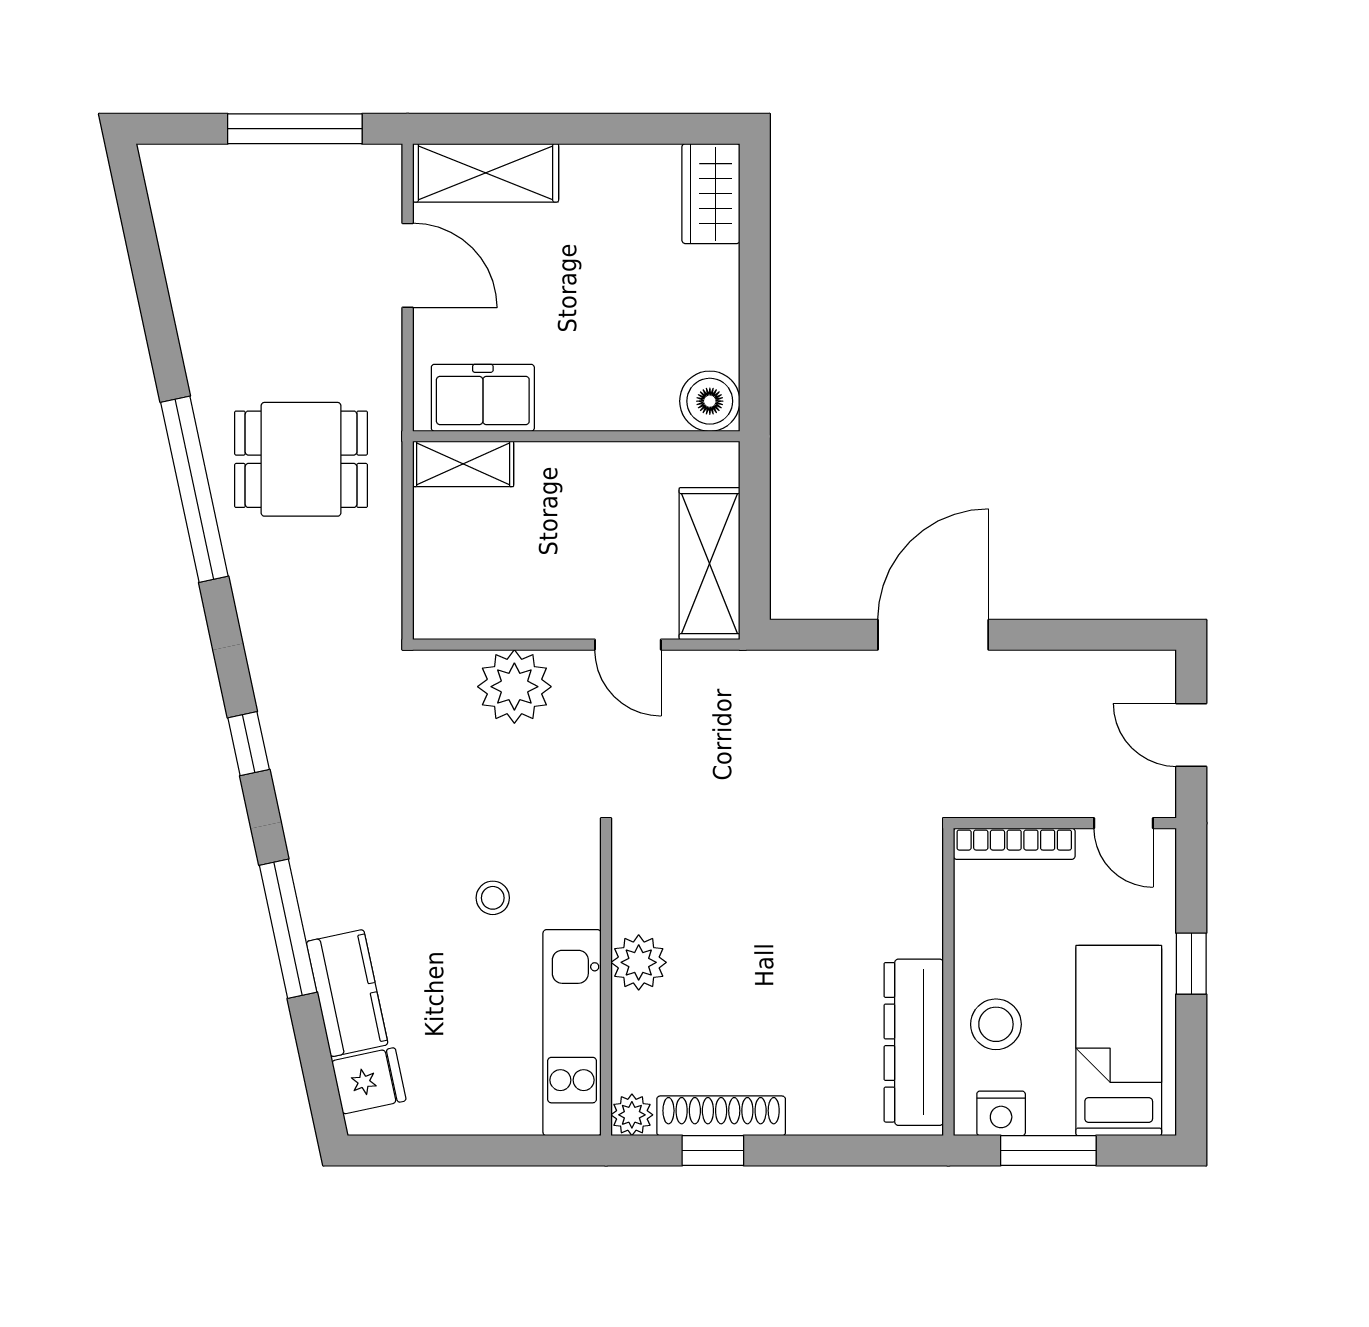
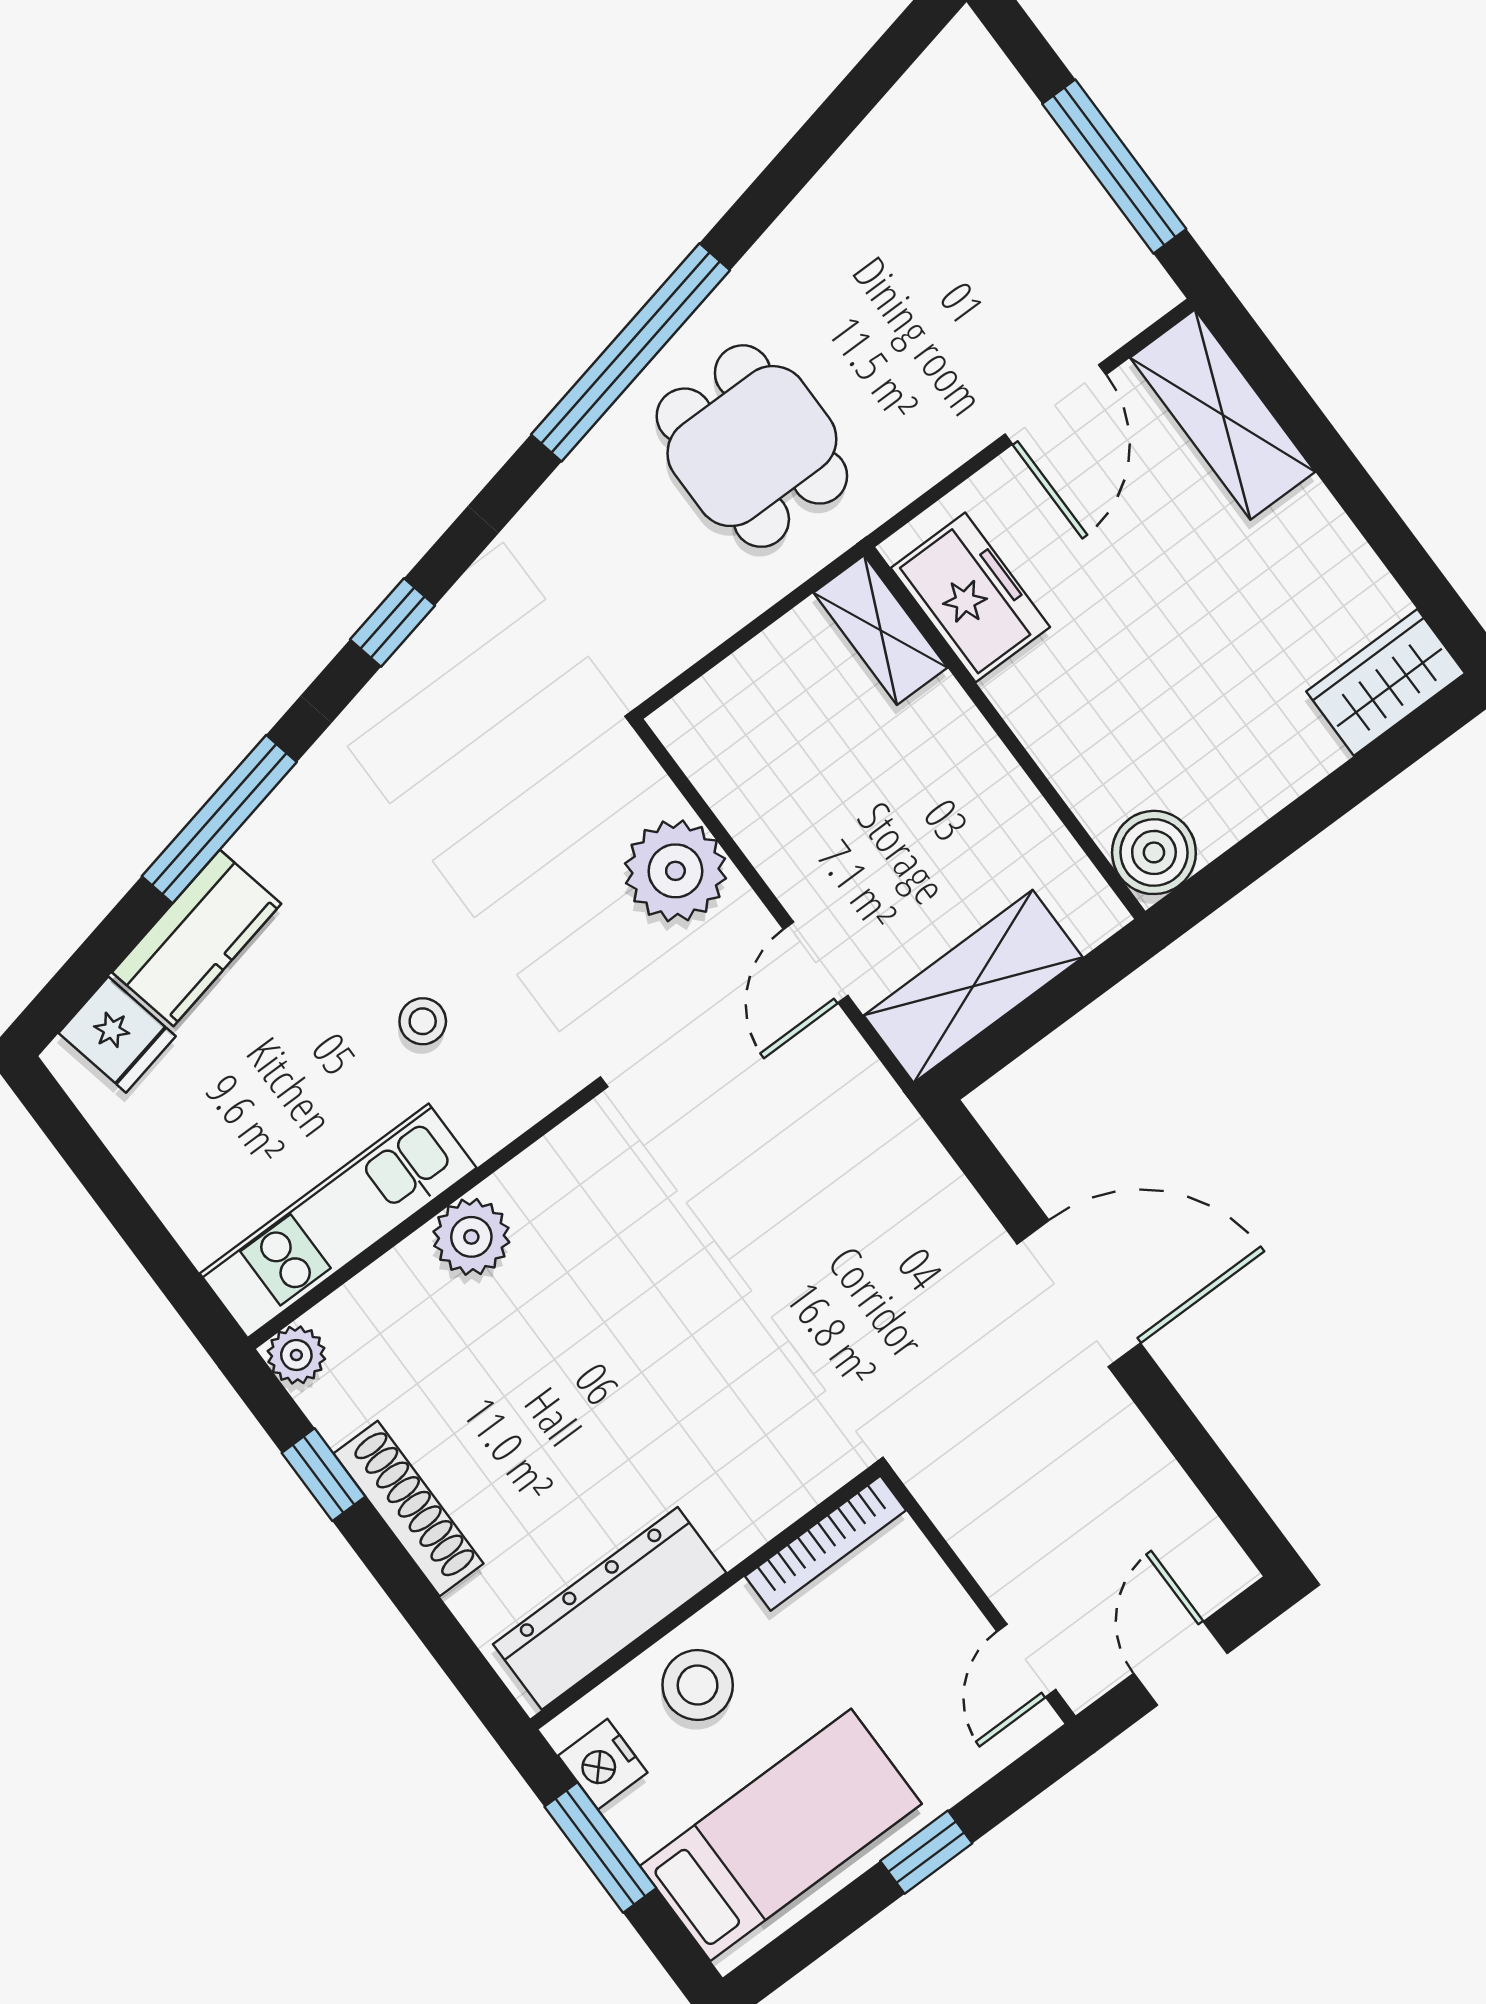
bookcase: (1014, 844) -> (825, 1543), moved, turned -90
shoe rack: (721, 1116) -> (409, 1508), moved

